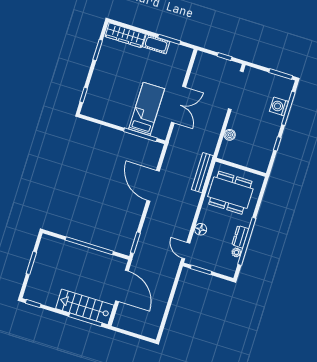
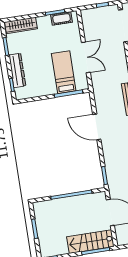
cot: (156, 44) -> (62, 18), moved
dresser: (97, 82) -> (17, 70), added

